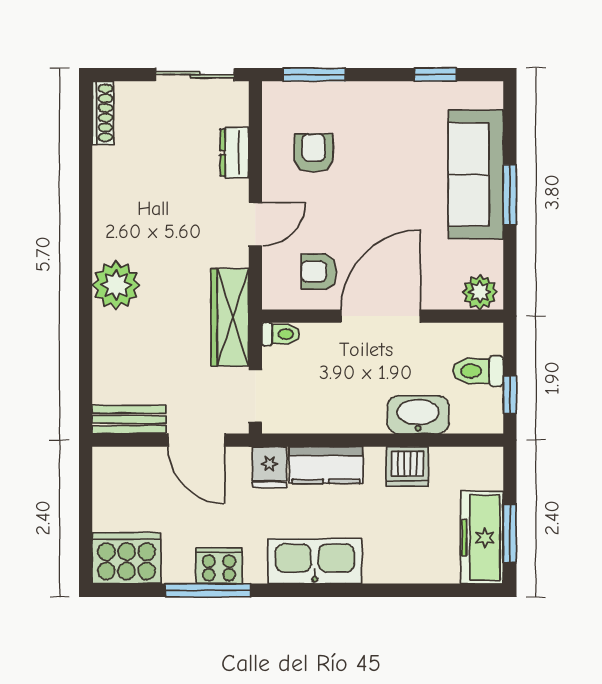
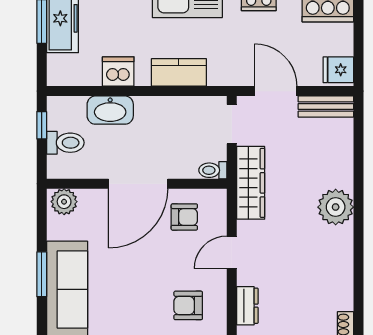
armchair: (314, 153) -> (188, 305), turned 90
fridge: (269, 467) -> (338, 70), moved, turned -90

